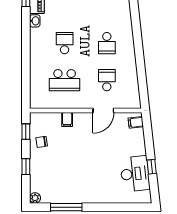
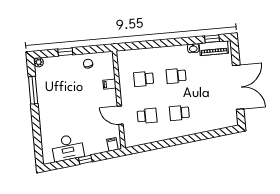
school desk: (65, 43) -> (176, 76), turned 180
school desk: (65, 80) -> (144, 79), width x0.54
window: (26, 132) -> (96, 49), removed
window: (152, 167) -> (85, 160), moved

